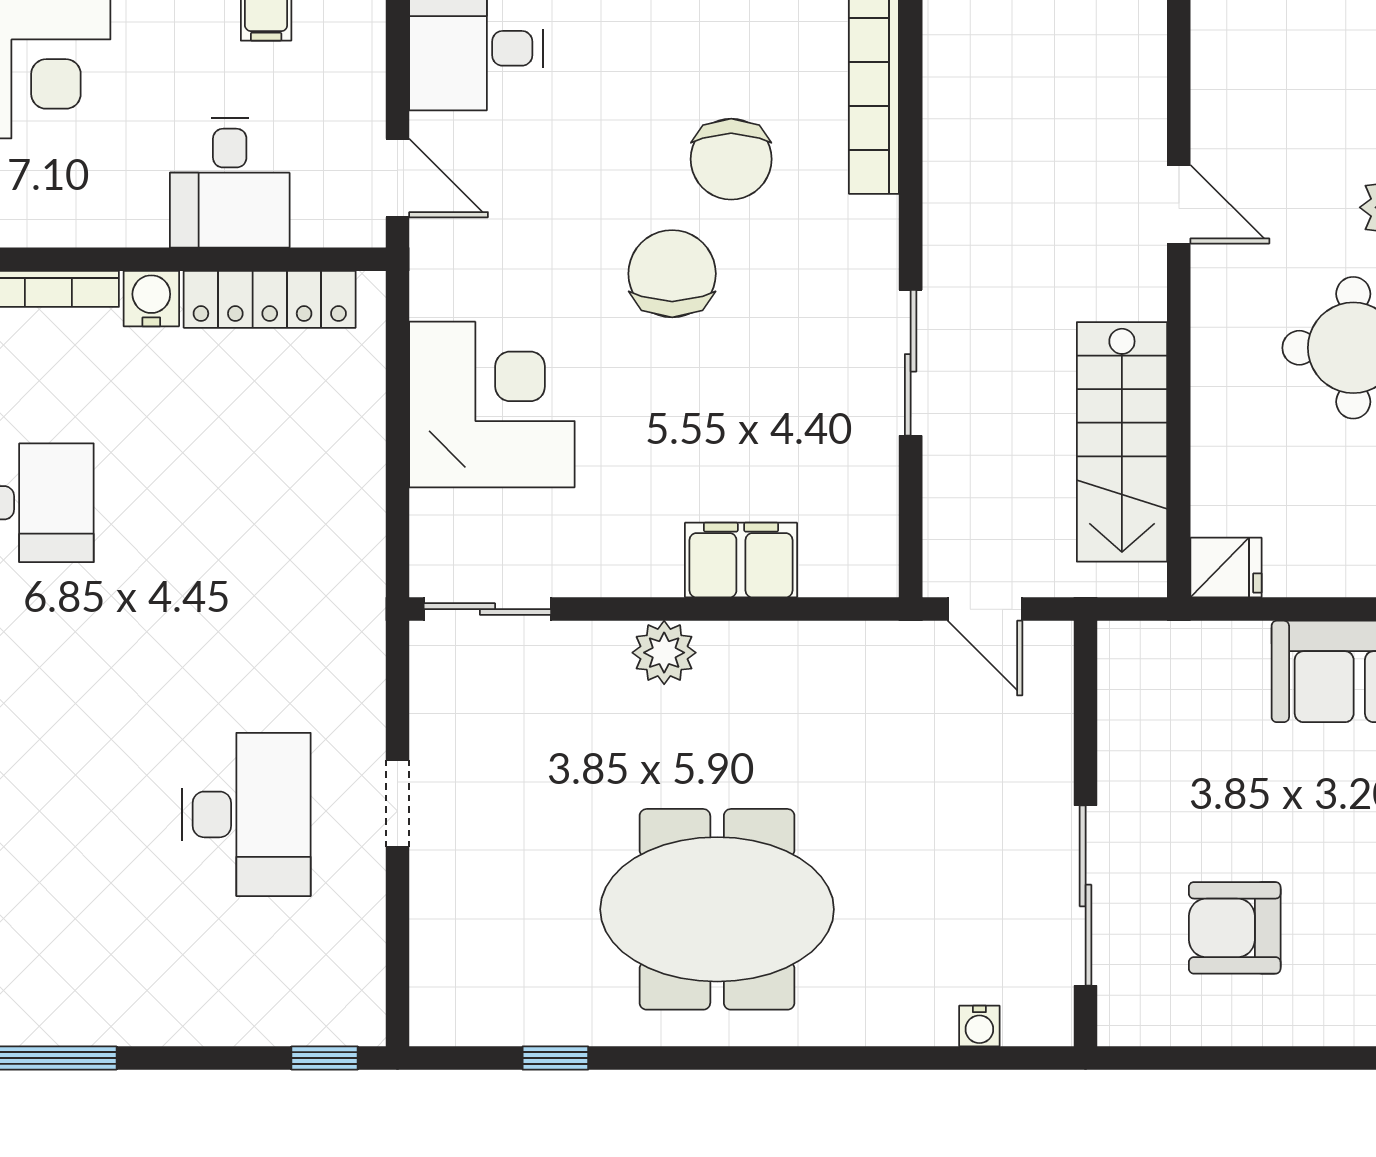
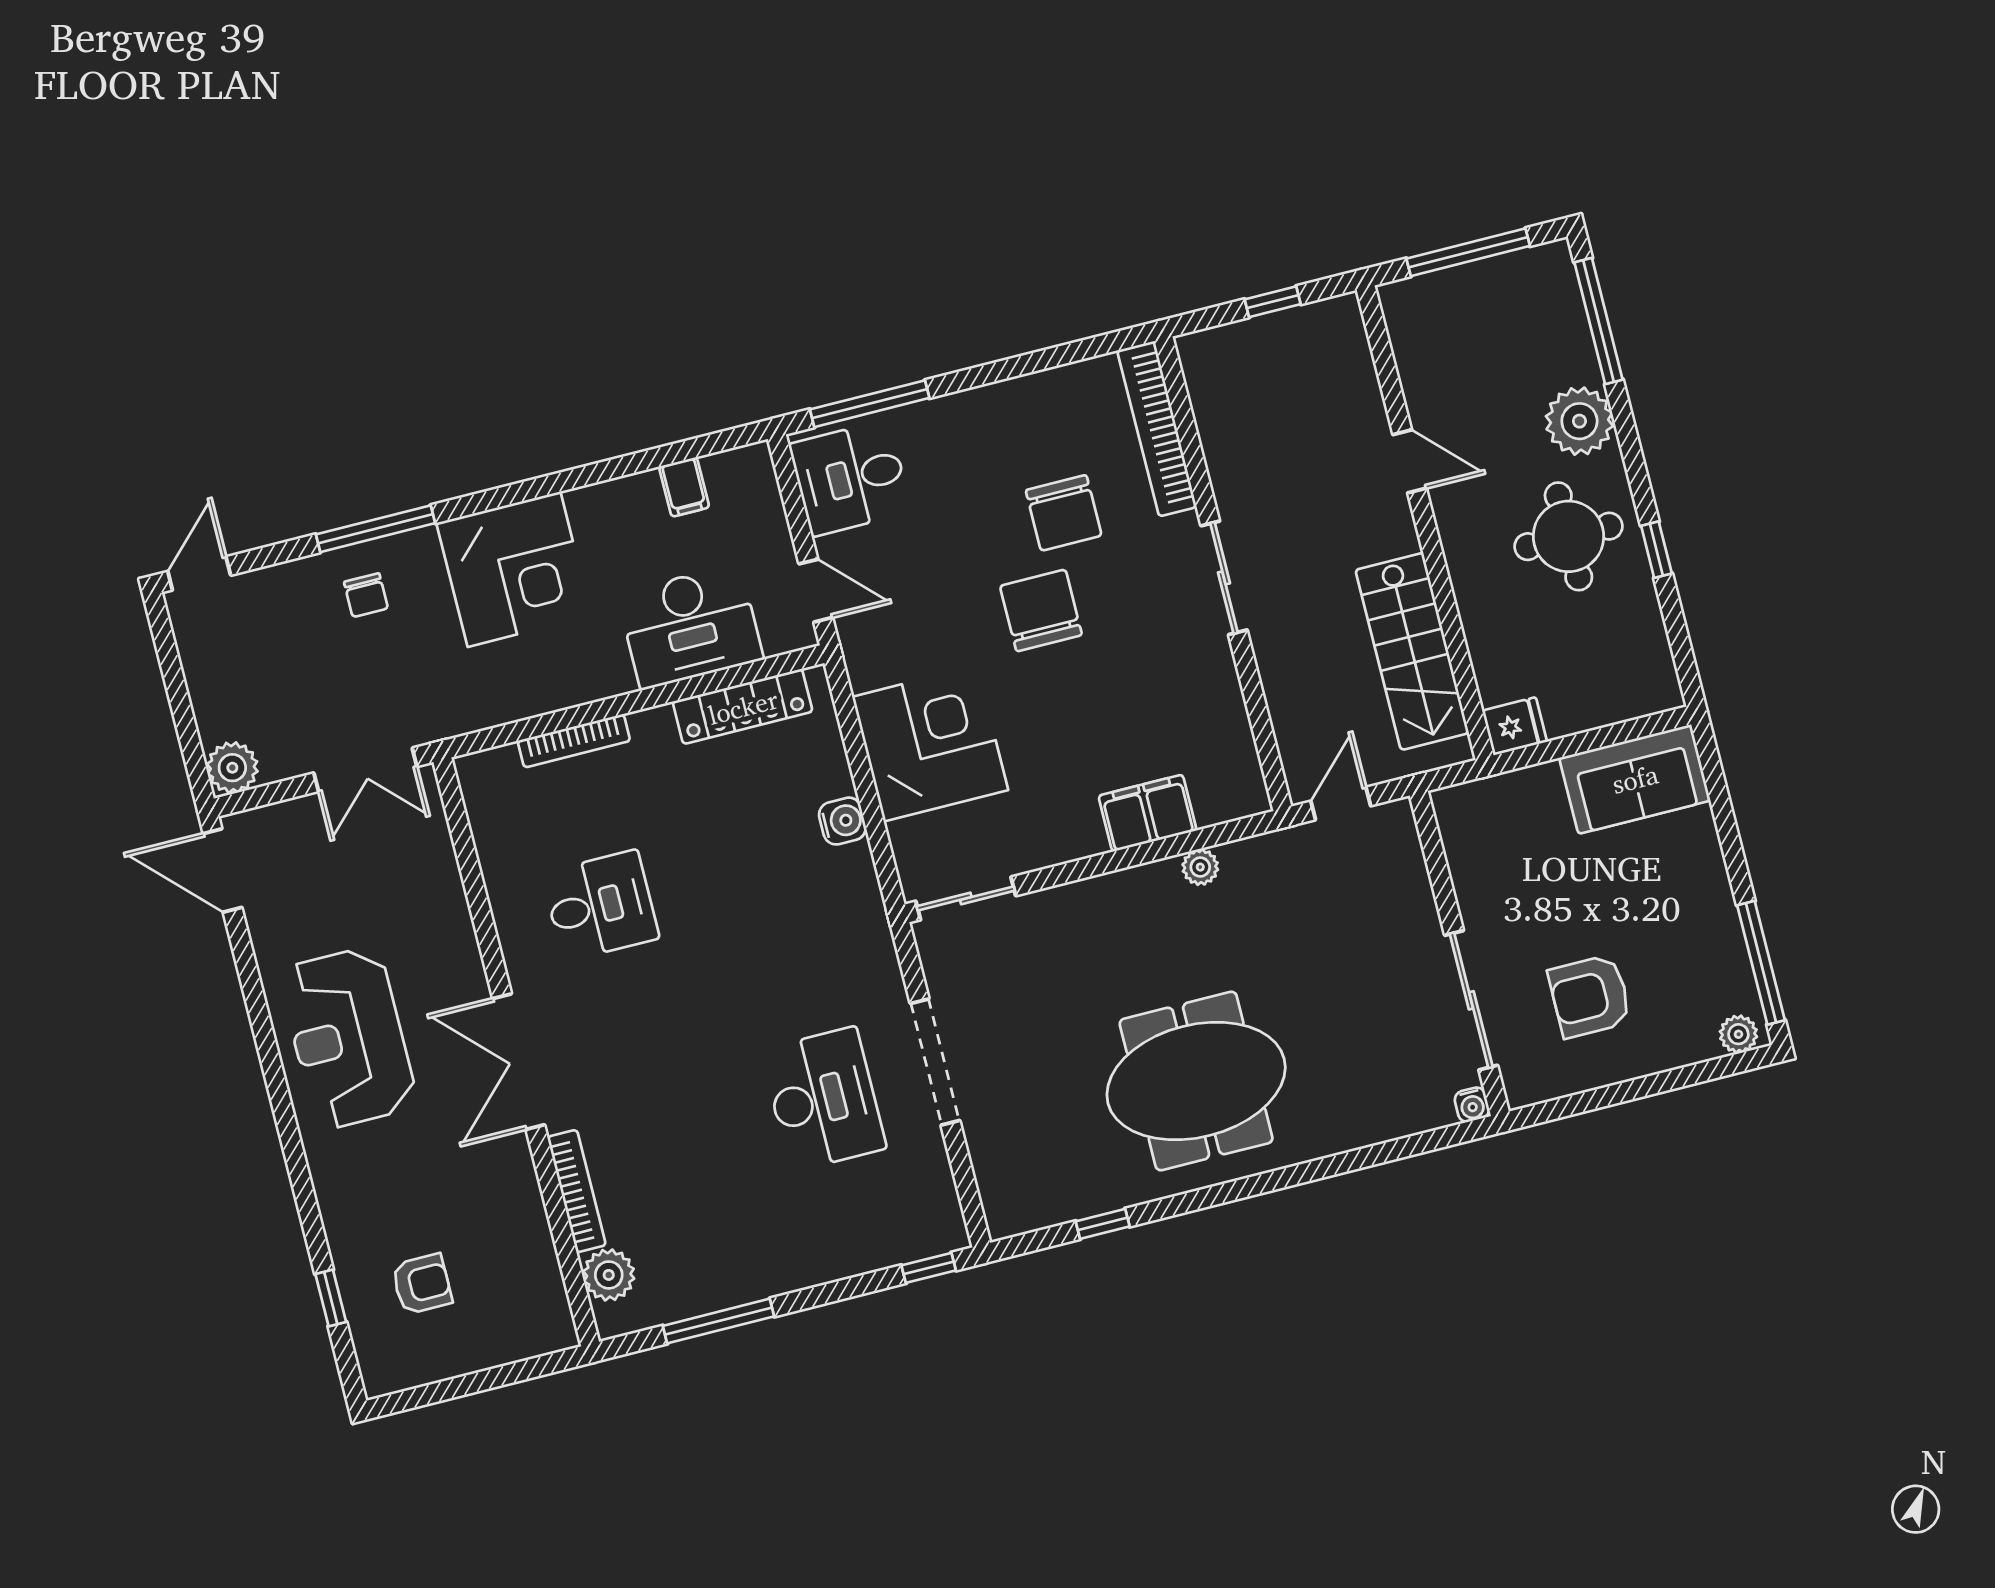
desk: (230, 183) -> (690, 626), width x1.37
water cooler: (151, 299) -> (842, 821), moved, turned 90
sliding door: (911, 363) -> (1224, 578), moved
door: (985, 609) -> (1341, 804), swing flipped
plant: (664, 653) -> (1200, 867), moved, width x0.73, depth x0.73
doorway: (397, 803) -> (935, 1062), width x1.87
water cooler: (979, 1026) -> (1472, 1105), moved

